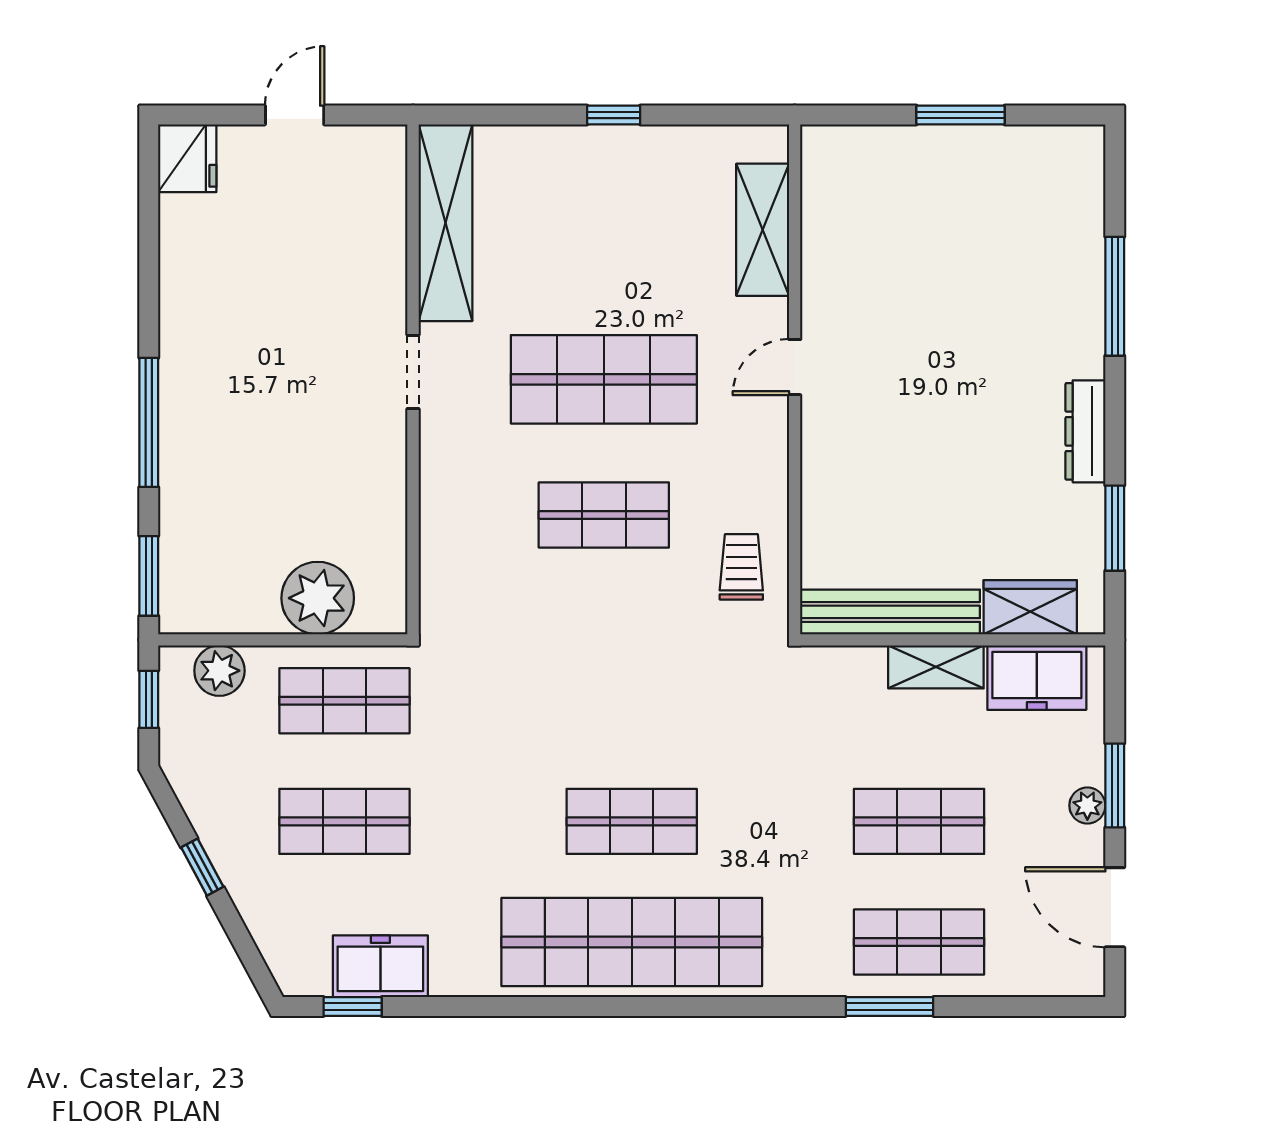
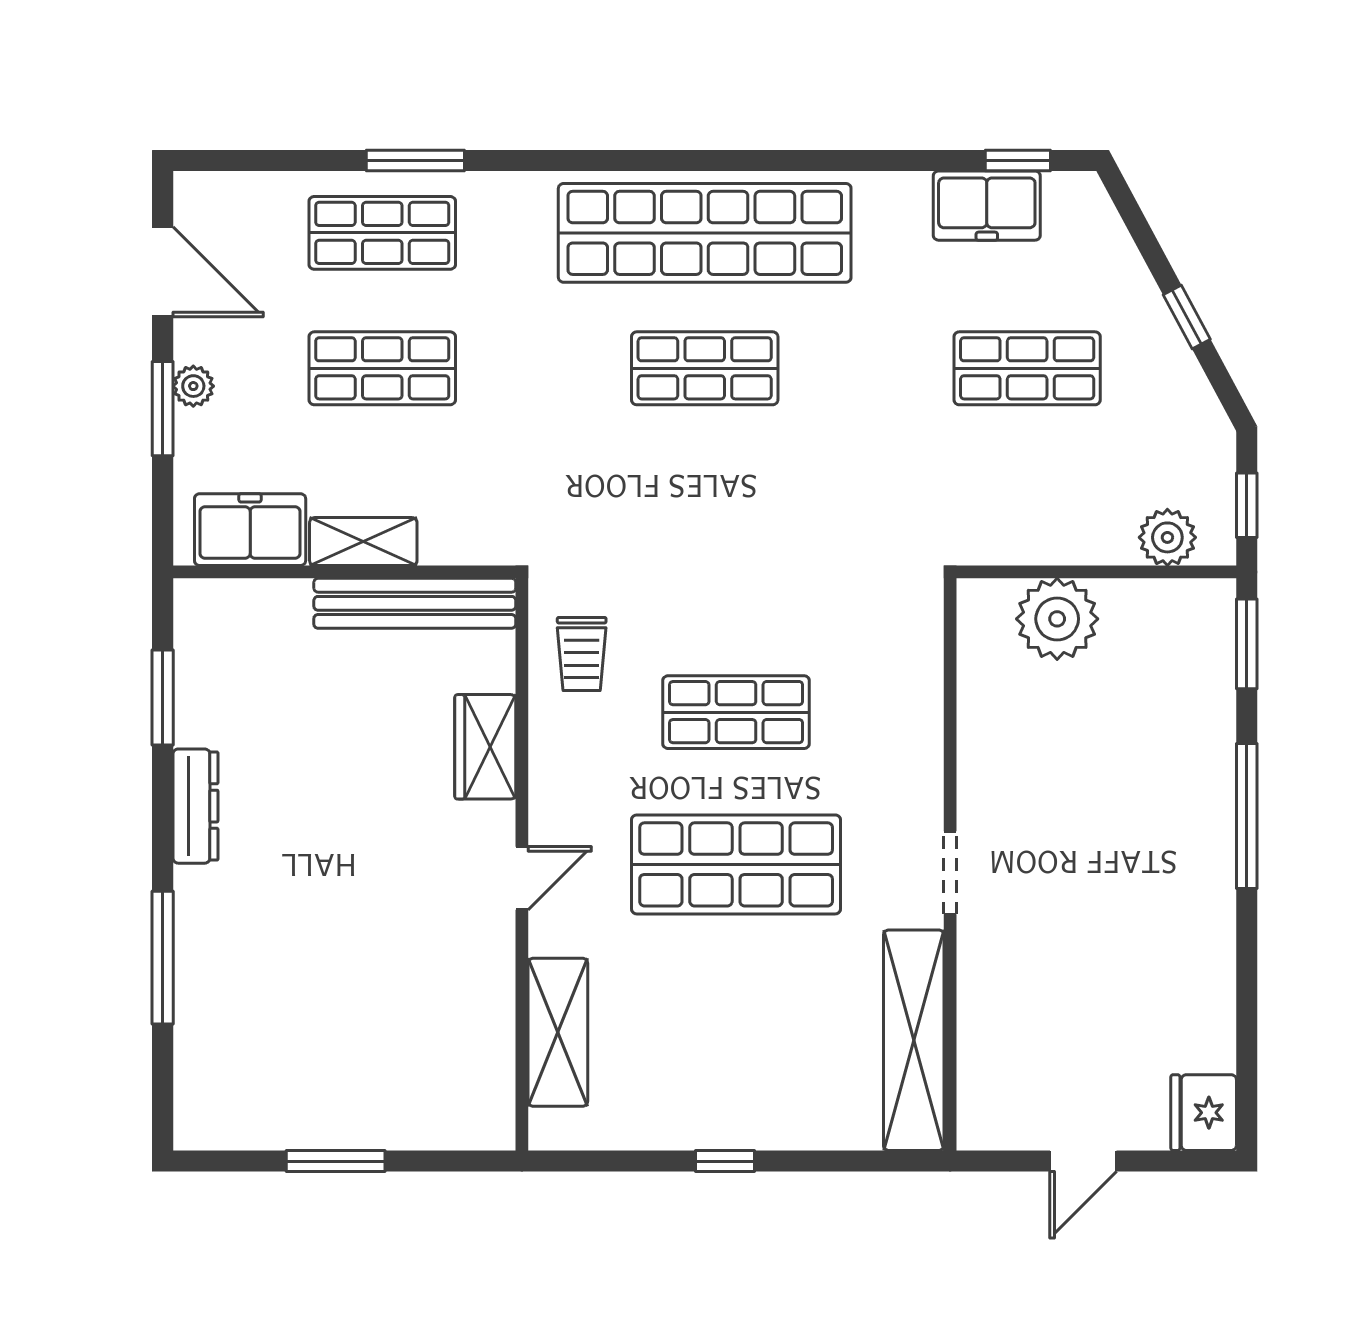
wardrobe: (1030, 607) -> (485, 747), moved, turned 90
shop shelf: (344, 701) -> (1027, 504), removed

